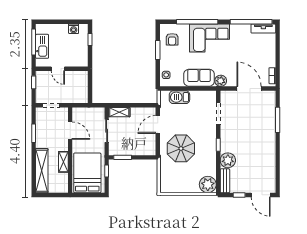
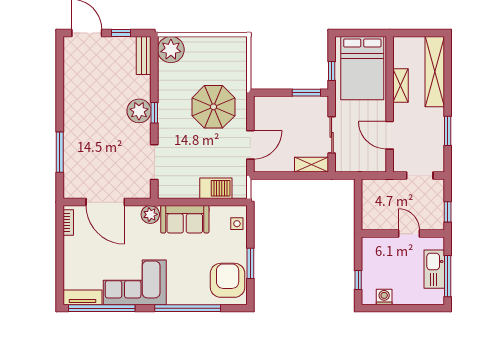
corner sofa: (210, 38) -> (135, 282), moved
armchair: (172, 39) -> (228, 280), width x1.88, depth x1.88
plant: (228, 160) -> (139, 111), moved

